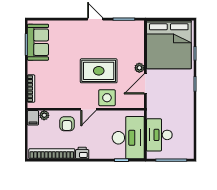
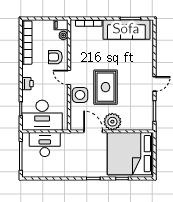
sofa: (38, 42) -> (126, 29), width x1.36
plant: (139, 68) -> (112, 122), width x1.87, depth x1.87
printer: (82, 153) -> (28, 84), moved

